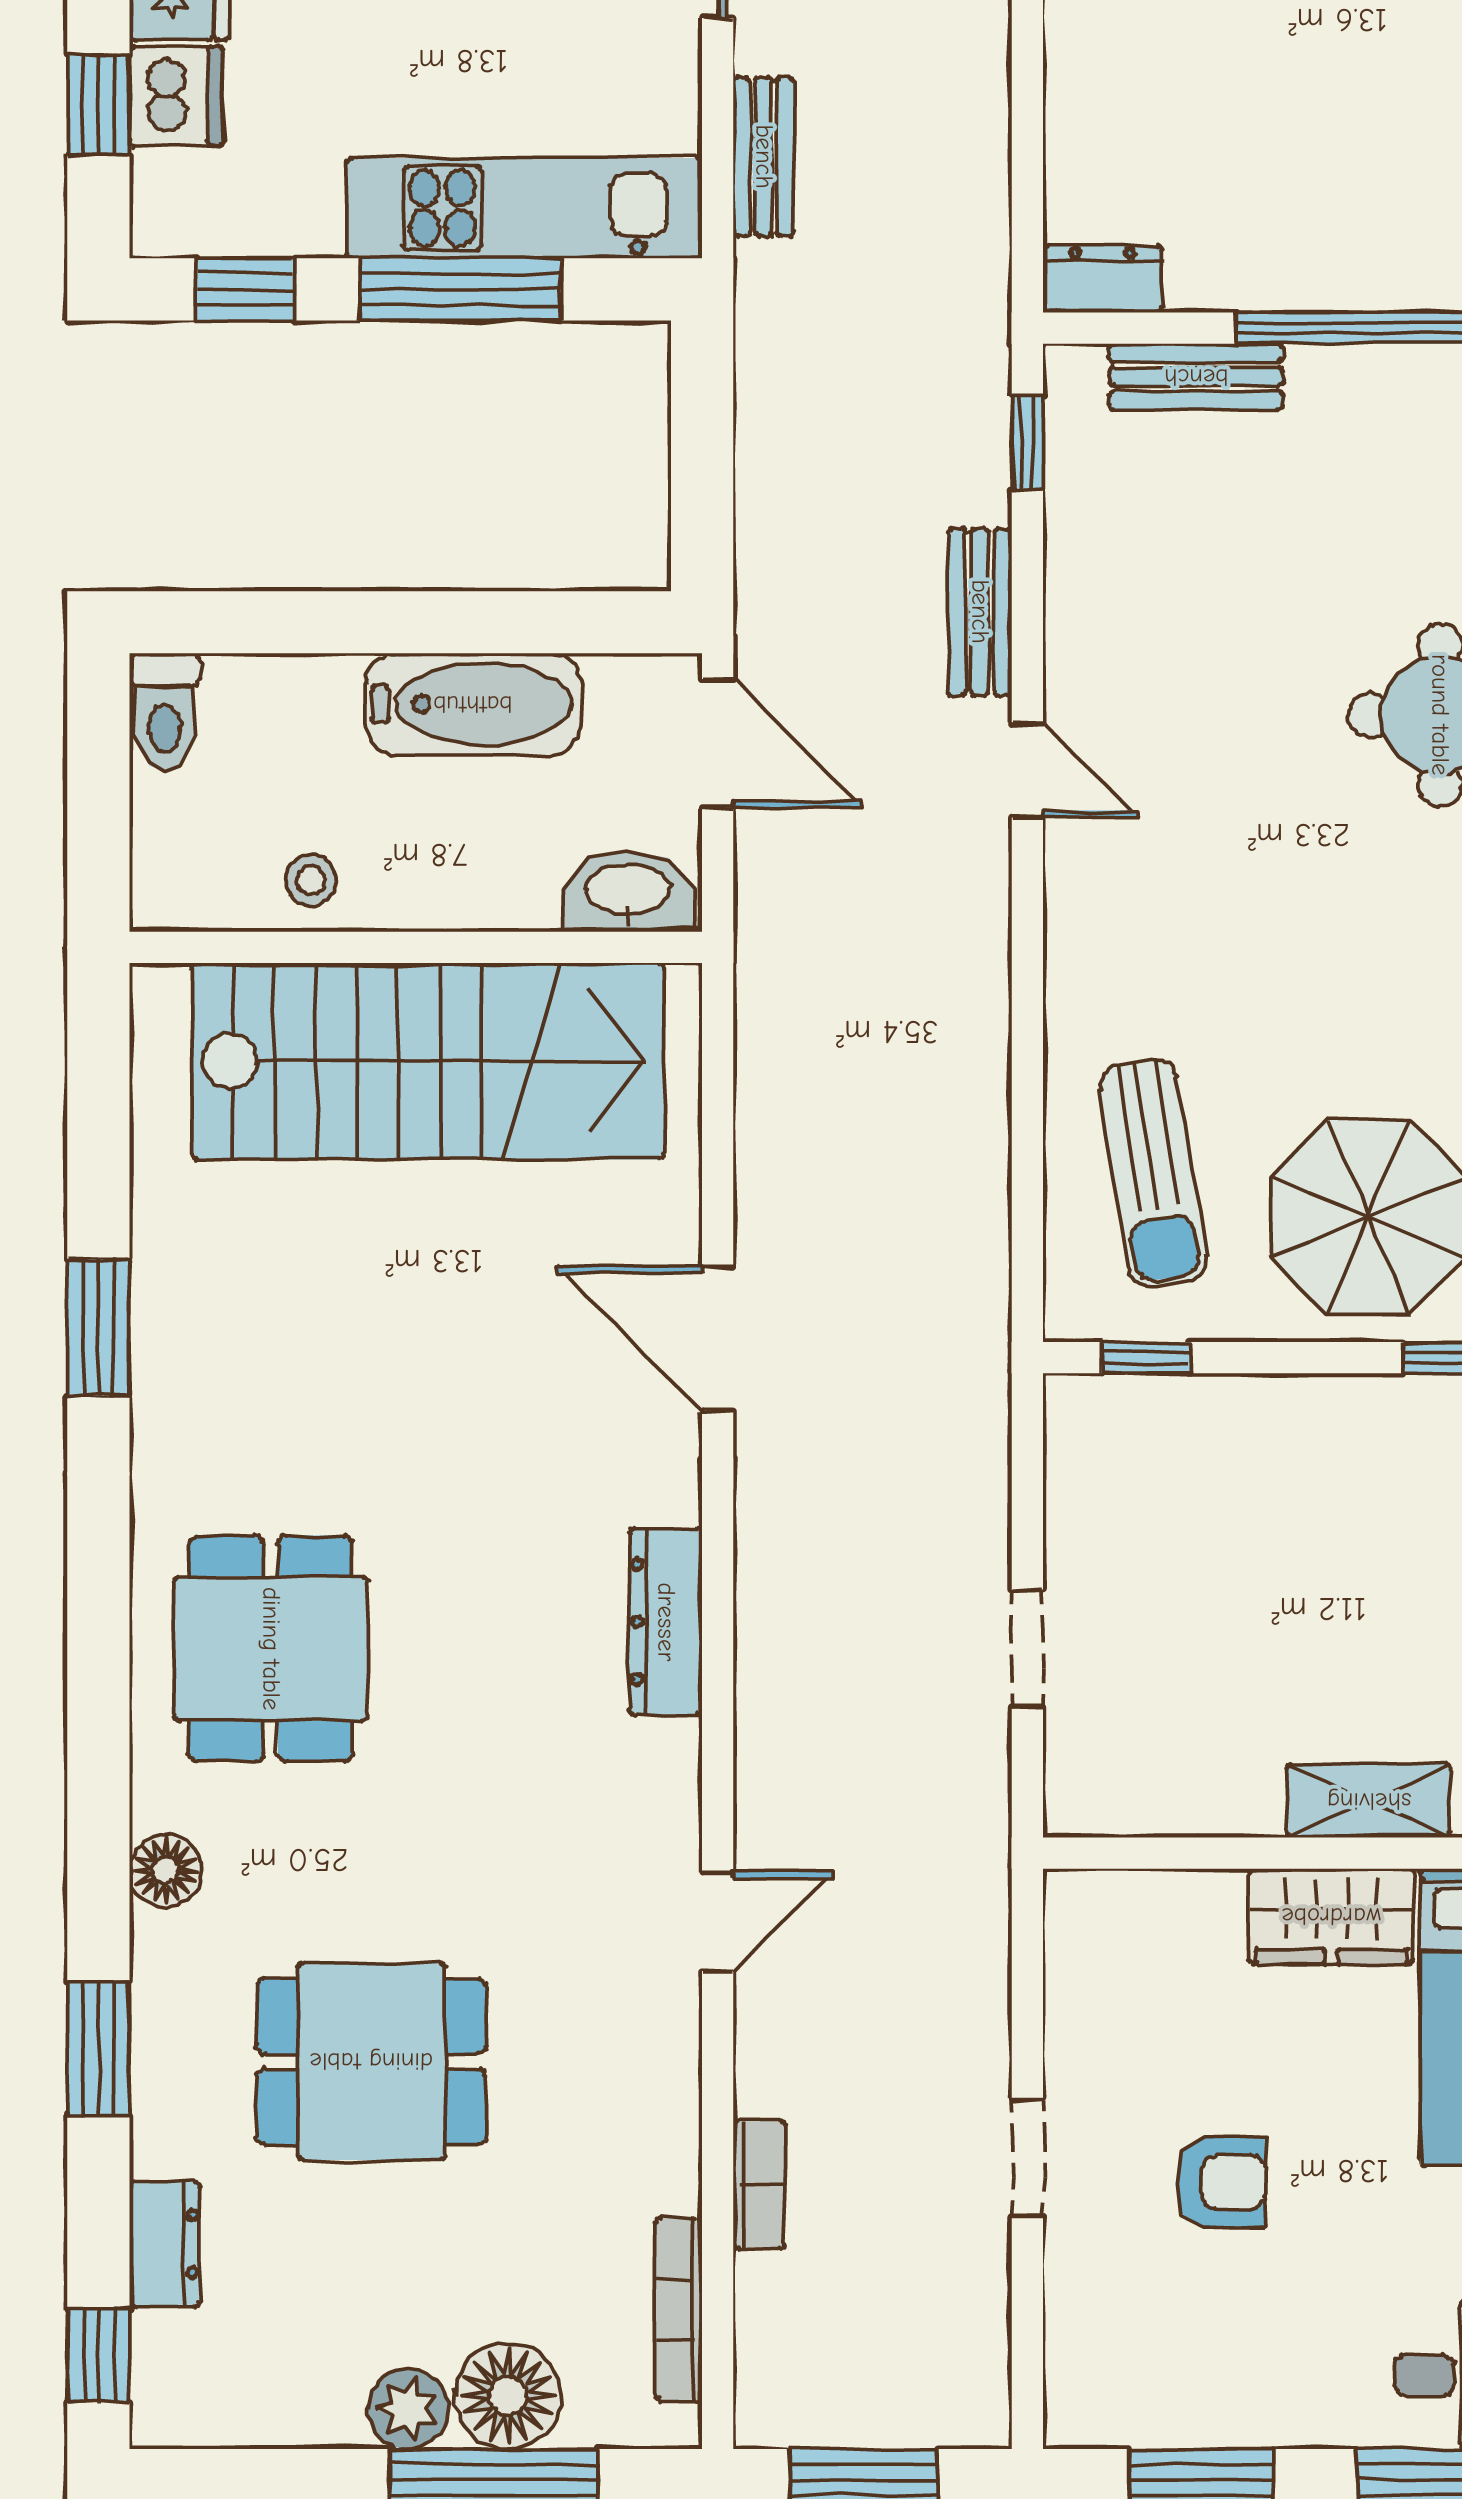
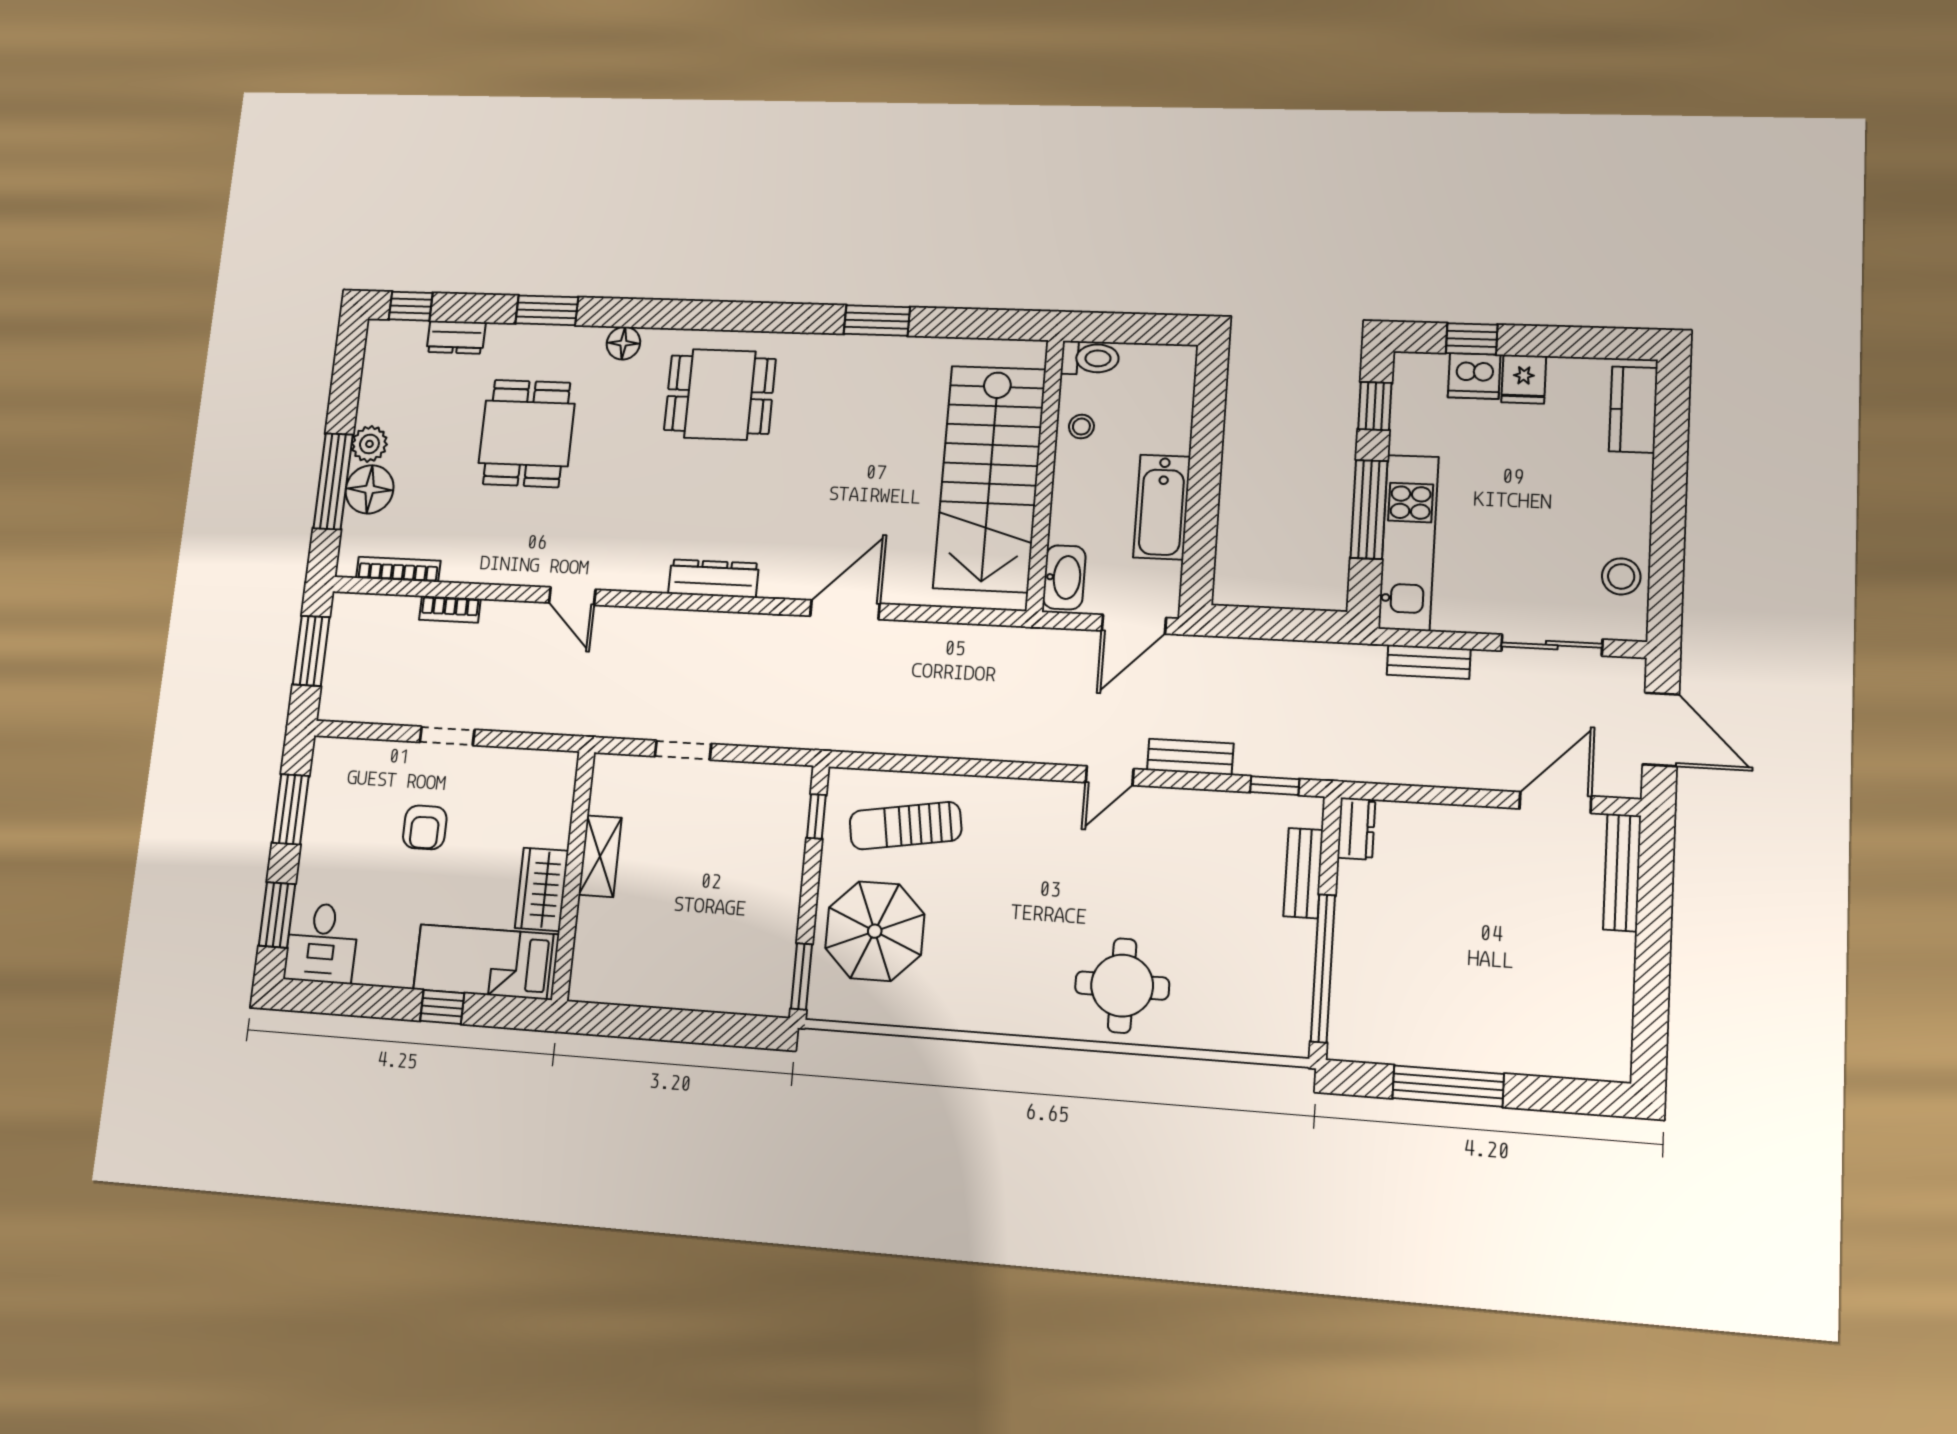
toilet: (165, 712) -> (1090, 358), moved, turned 180
shelving: (1369, 1801) -> (600, 856), moved

